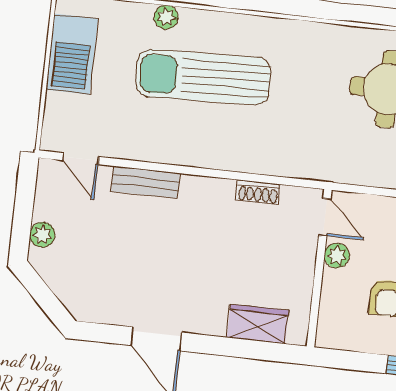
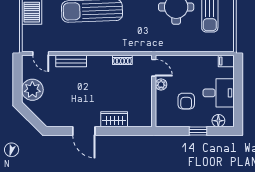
plant: (42, 235) -> (32, 90), width x1.87, depth x1.87
wardrobe: (258, 324) -> (114, 119), moved

